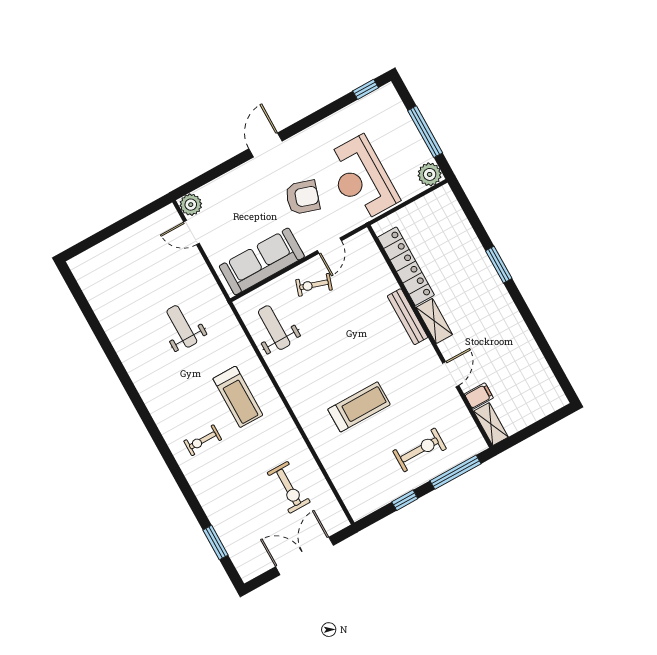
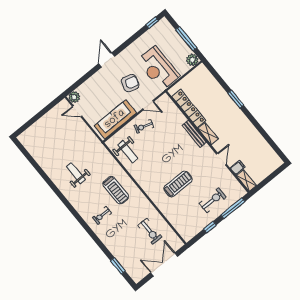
door: (329, 246) -> (148, 105), hinge flipped
weight bench: (182, 326) -> (76, 173), moved
weight bench: (274, 328) -> (128, 152), turned 180

